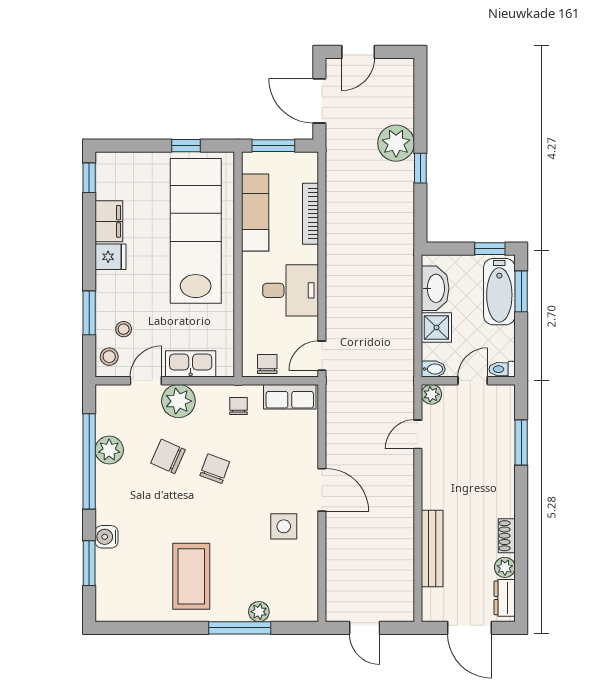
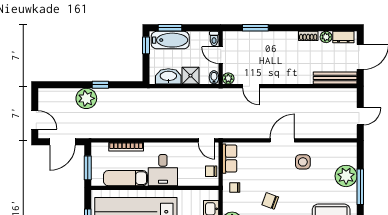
desk: (291, 290) -> (163, 170), moved, turned 180
bench: (432, 549) -> (335, 78), moved
plant: (259, 612) -> (346, 176), width x1.88, depth x1.88

